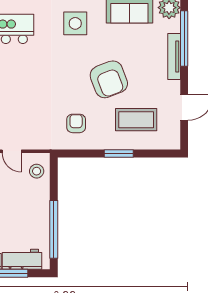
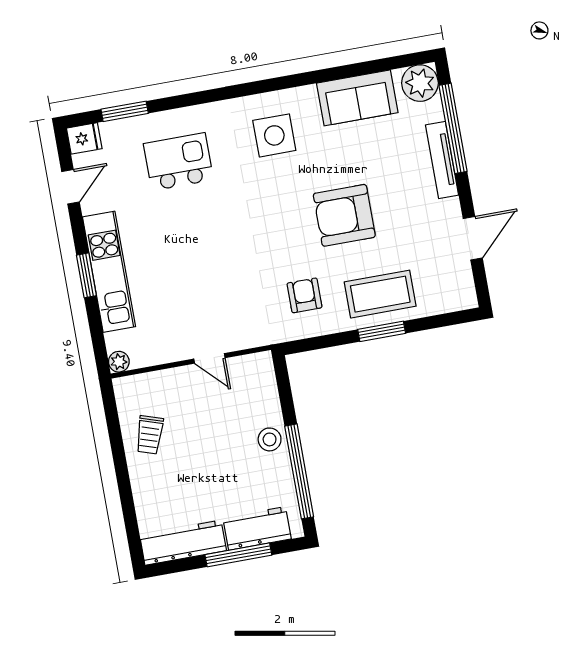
armchair: (109, 79) -> (344, 215), turned 111
coffee table: (136, 120) -> (380, 294), moved
stool: (37, 171) -> (270, 439), moved

